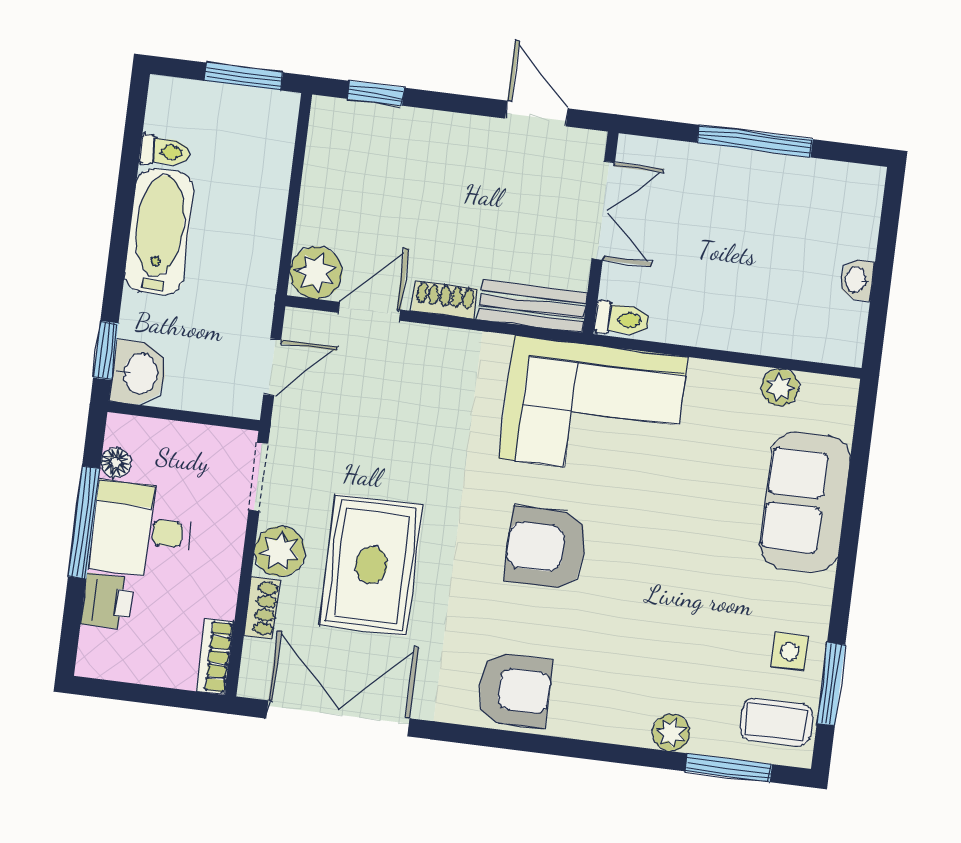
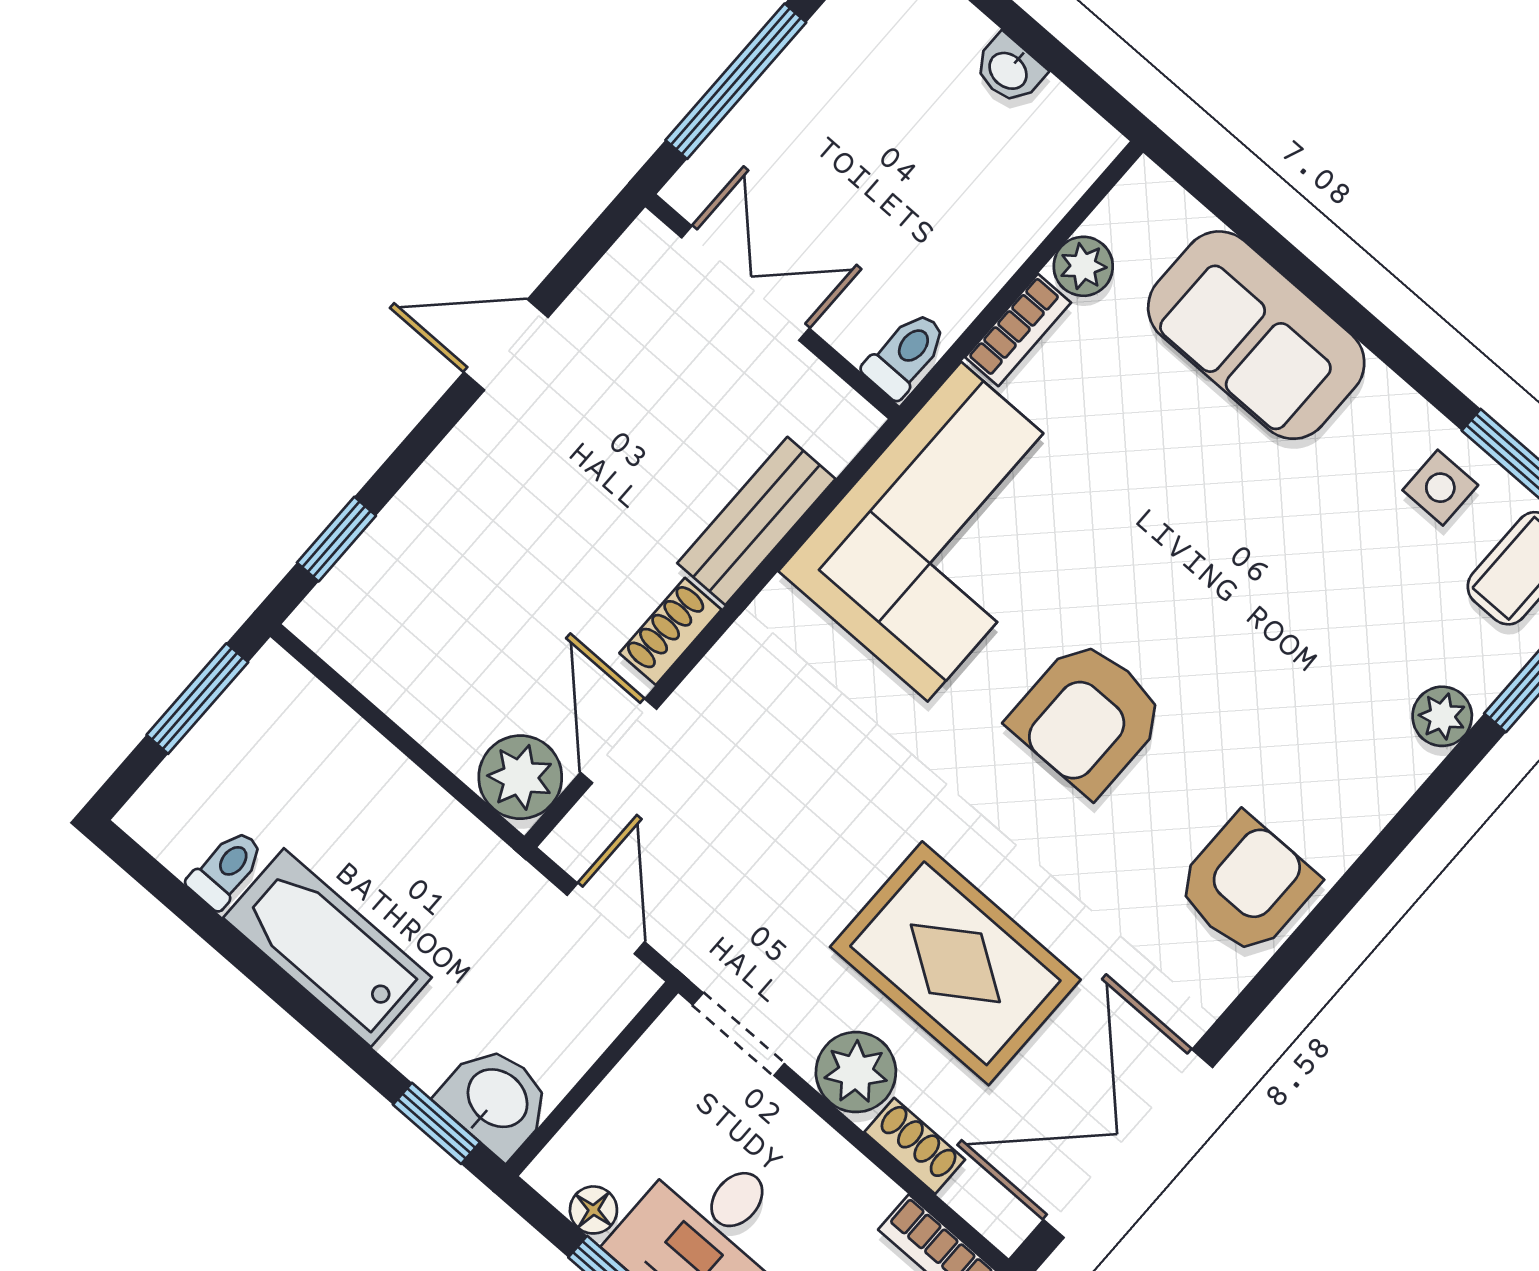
double door: (603, 211) -> (745, 283), moved
wall: (600, 233) -> (772, 306), moved
toilet: (622, 319) -> (906, 355), moved
bookcase: (724, 376) -> (1018, 330), added

